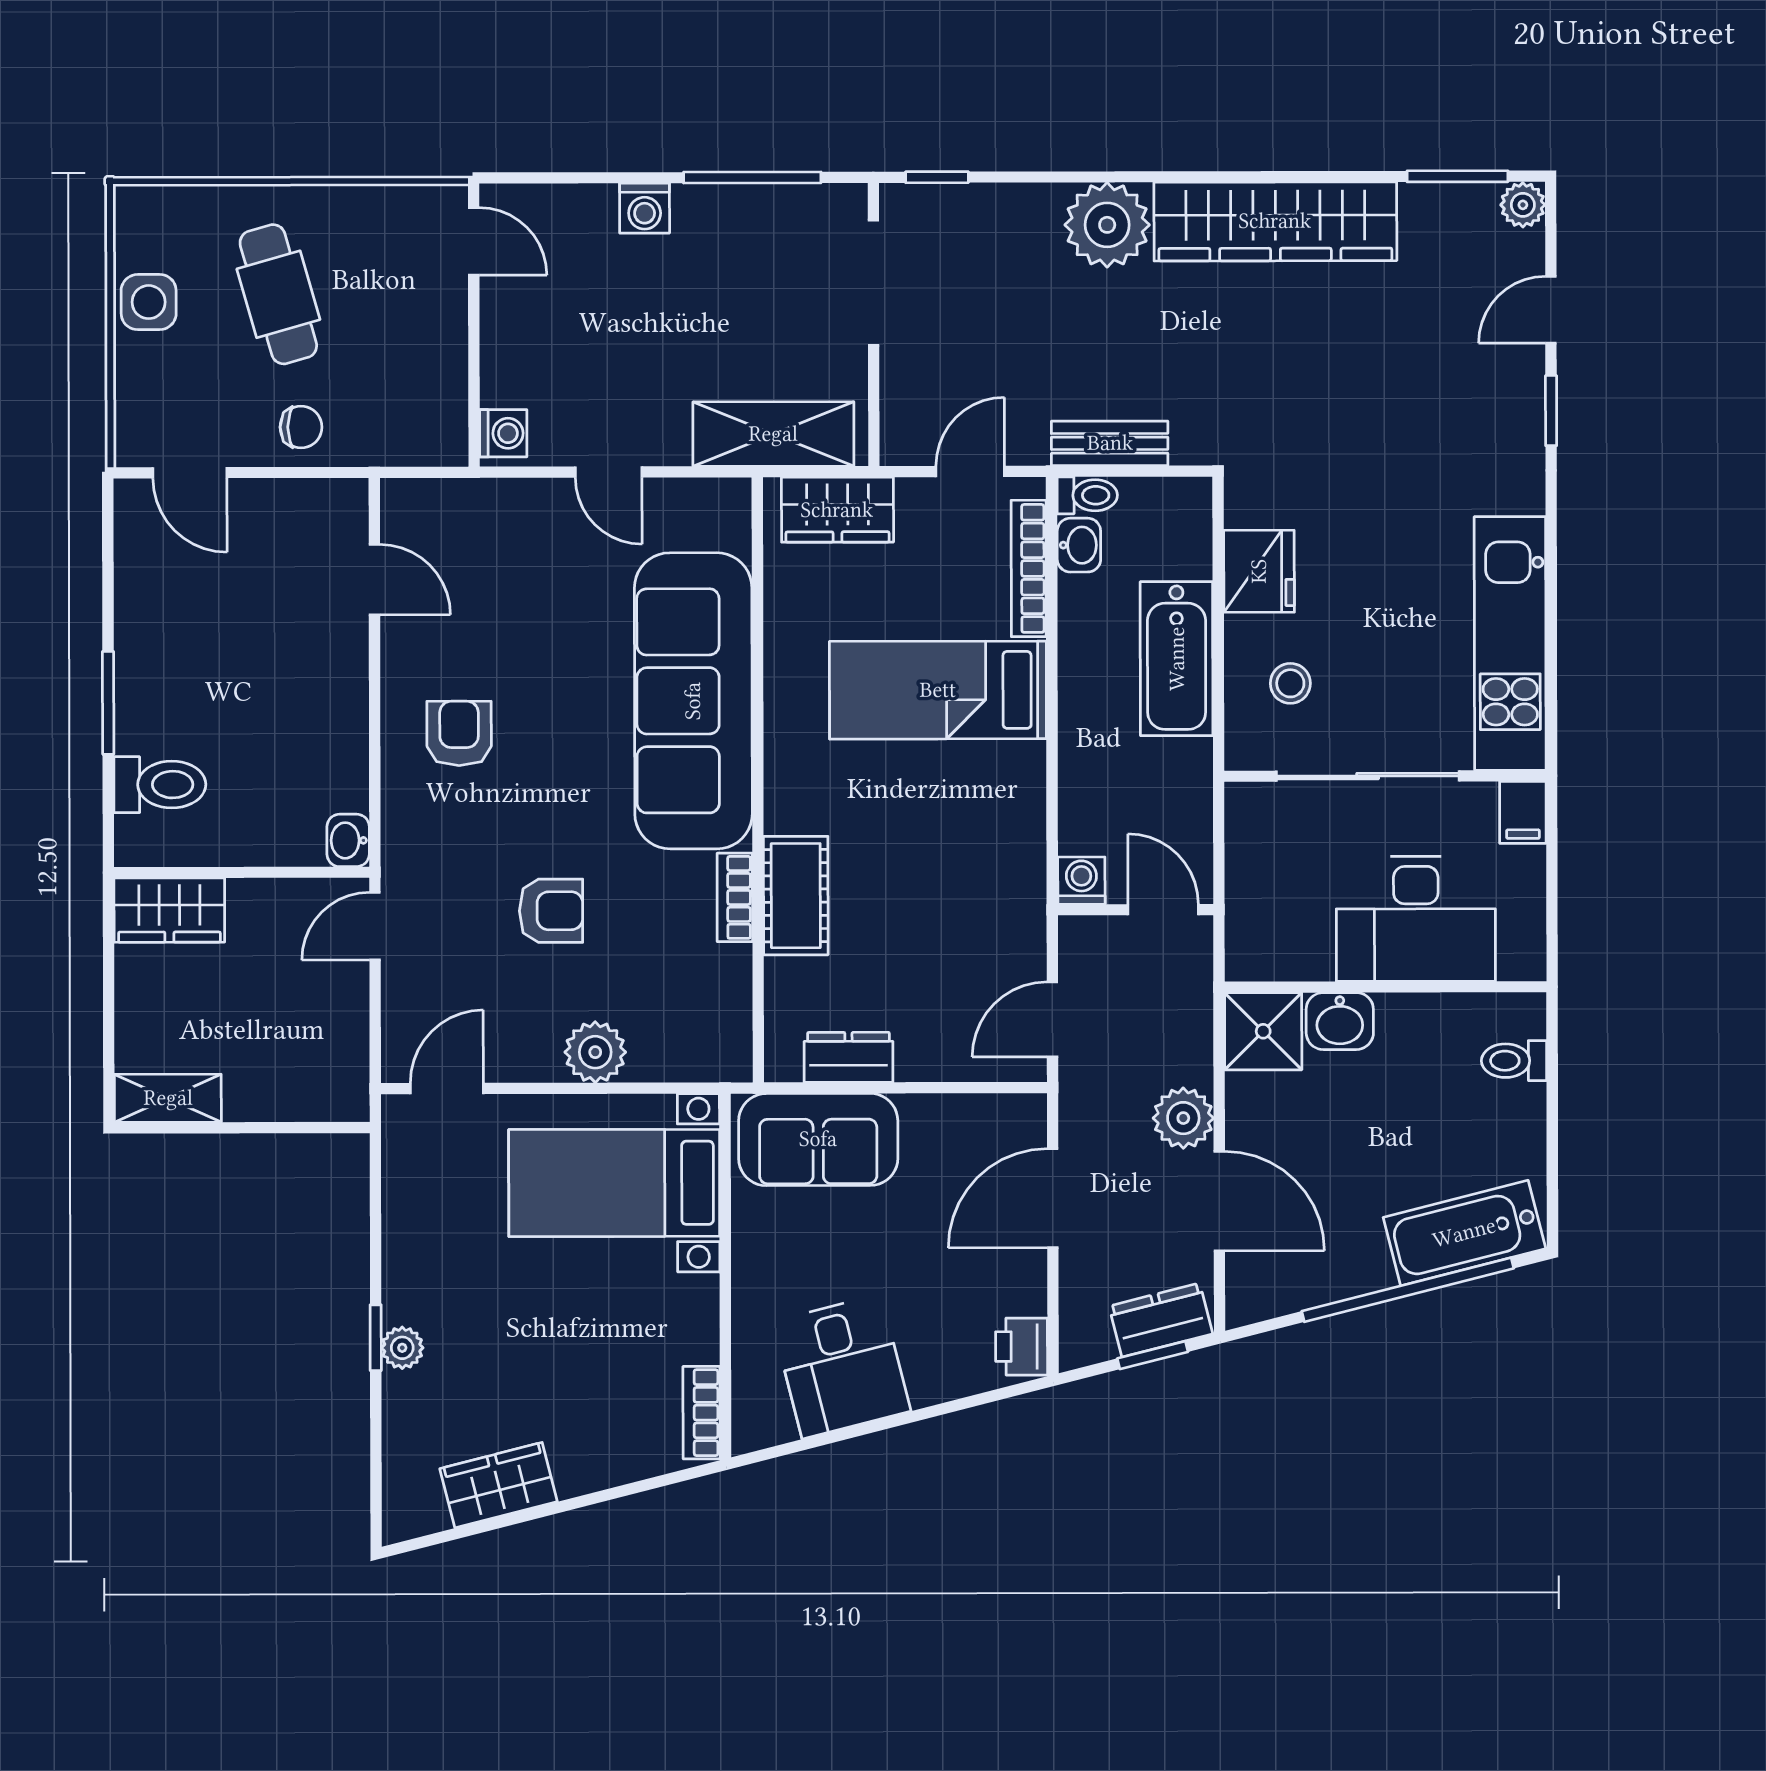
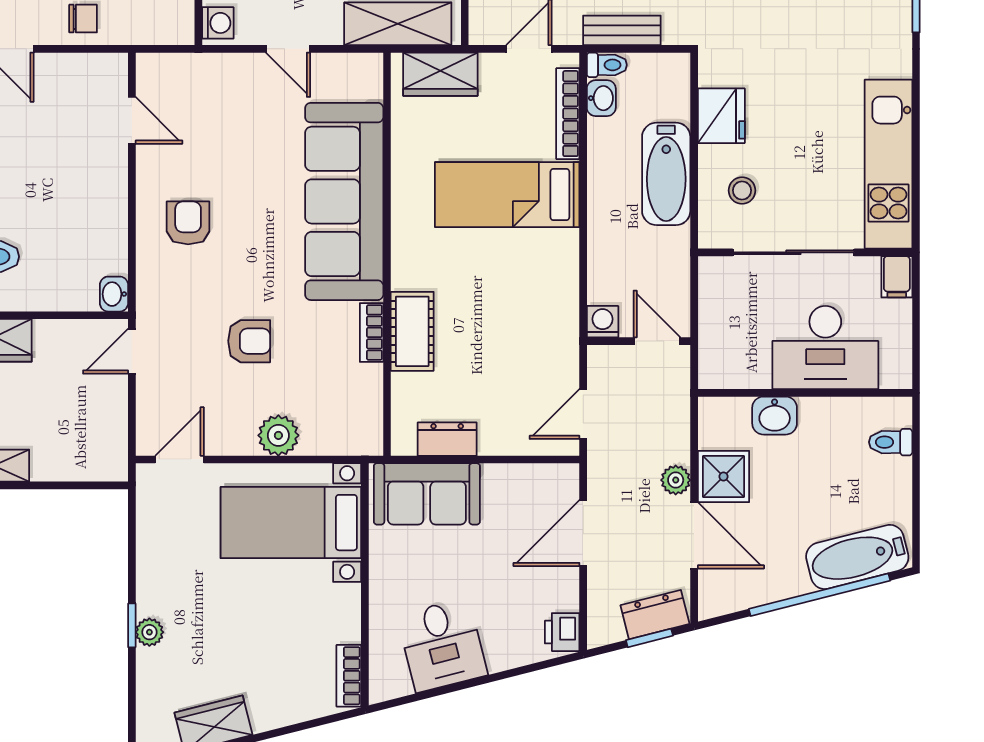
shower: (1263, 1031) -> (723, 477), moved
plant: (1183, 1118) -> (676, 480), width x0.73, depth x0.73

